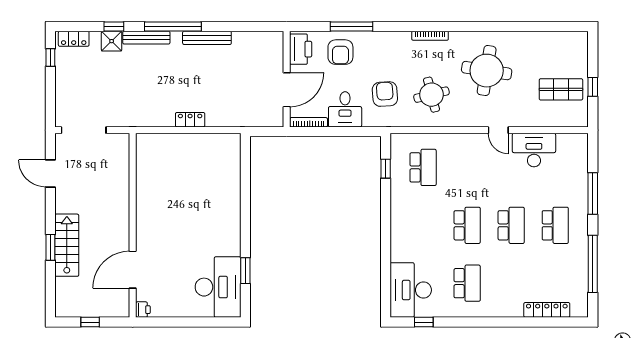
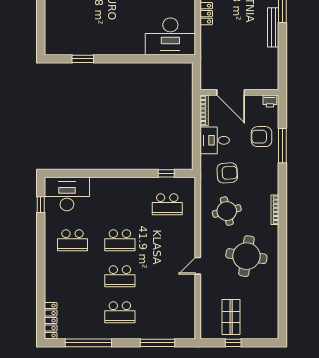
printer: (301, 49) -> (270, 101), width x0.53, depth x0.68
desk: (534, 150) -> (181, 295), removed
window: (593, 194) -> (157, 343), moved
desk: (218, 287) -> (170, 36), moved
locker: (547, 310) -> (51, 321), moved

